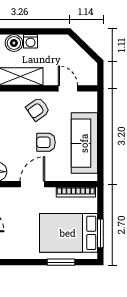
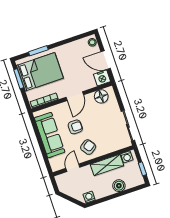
washing machine: (31, 41) -> (89, 197), moved
door: (68, 88) -> (73, 168), swing flipped

